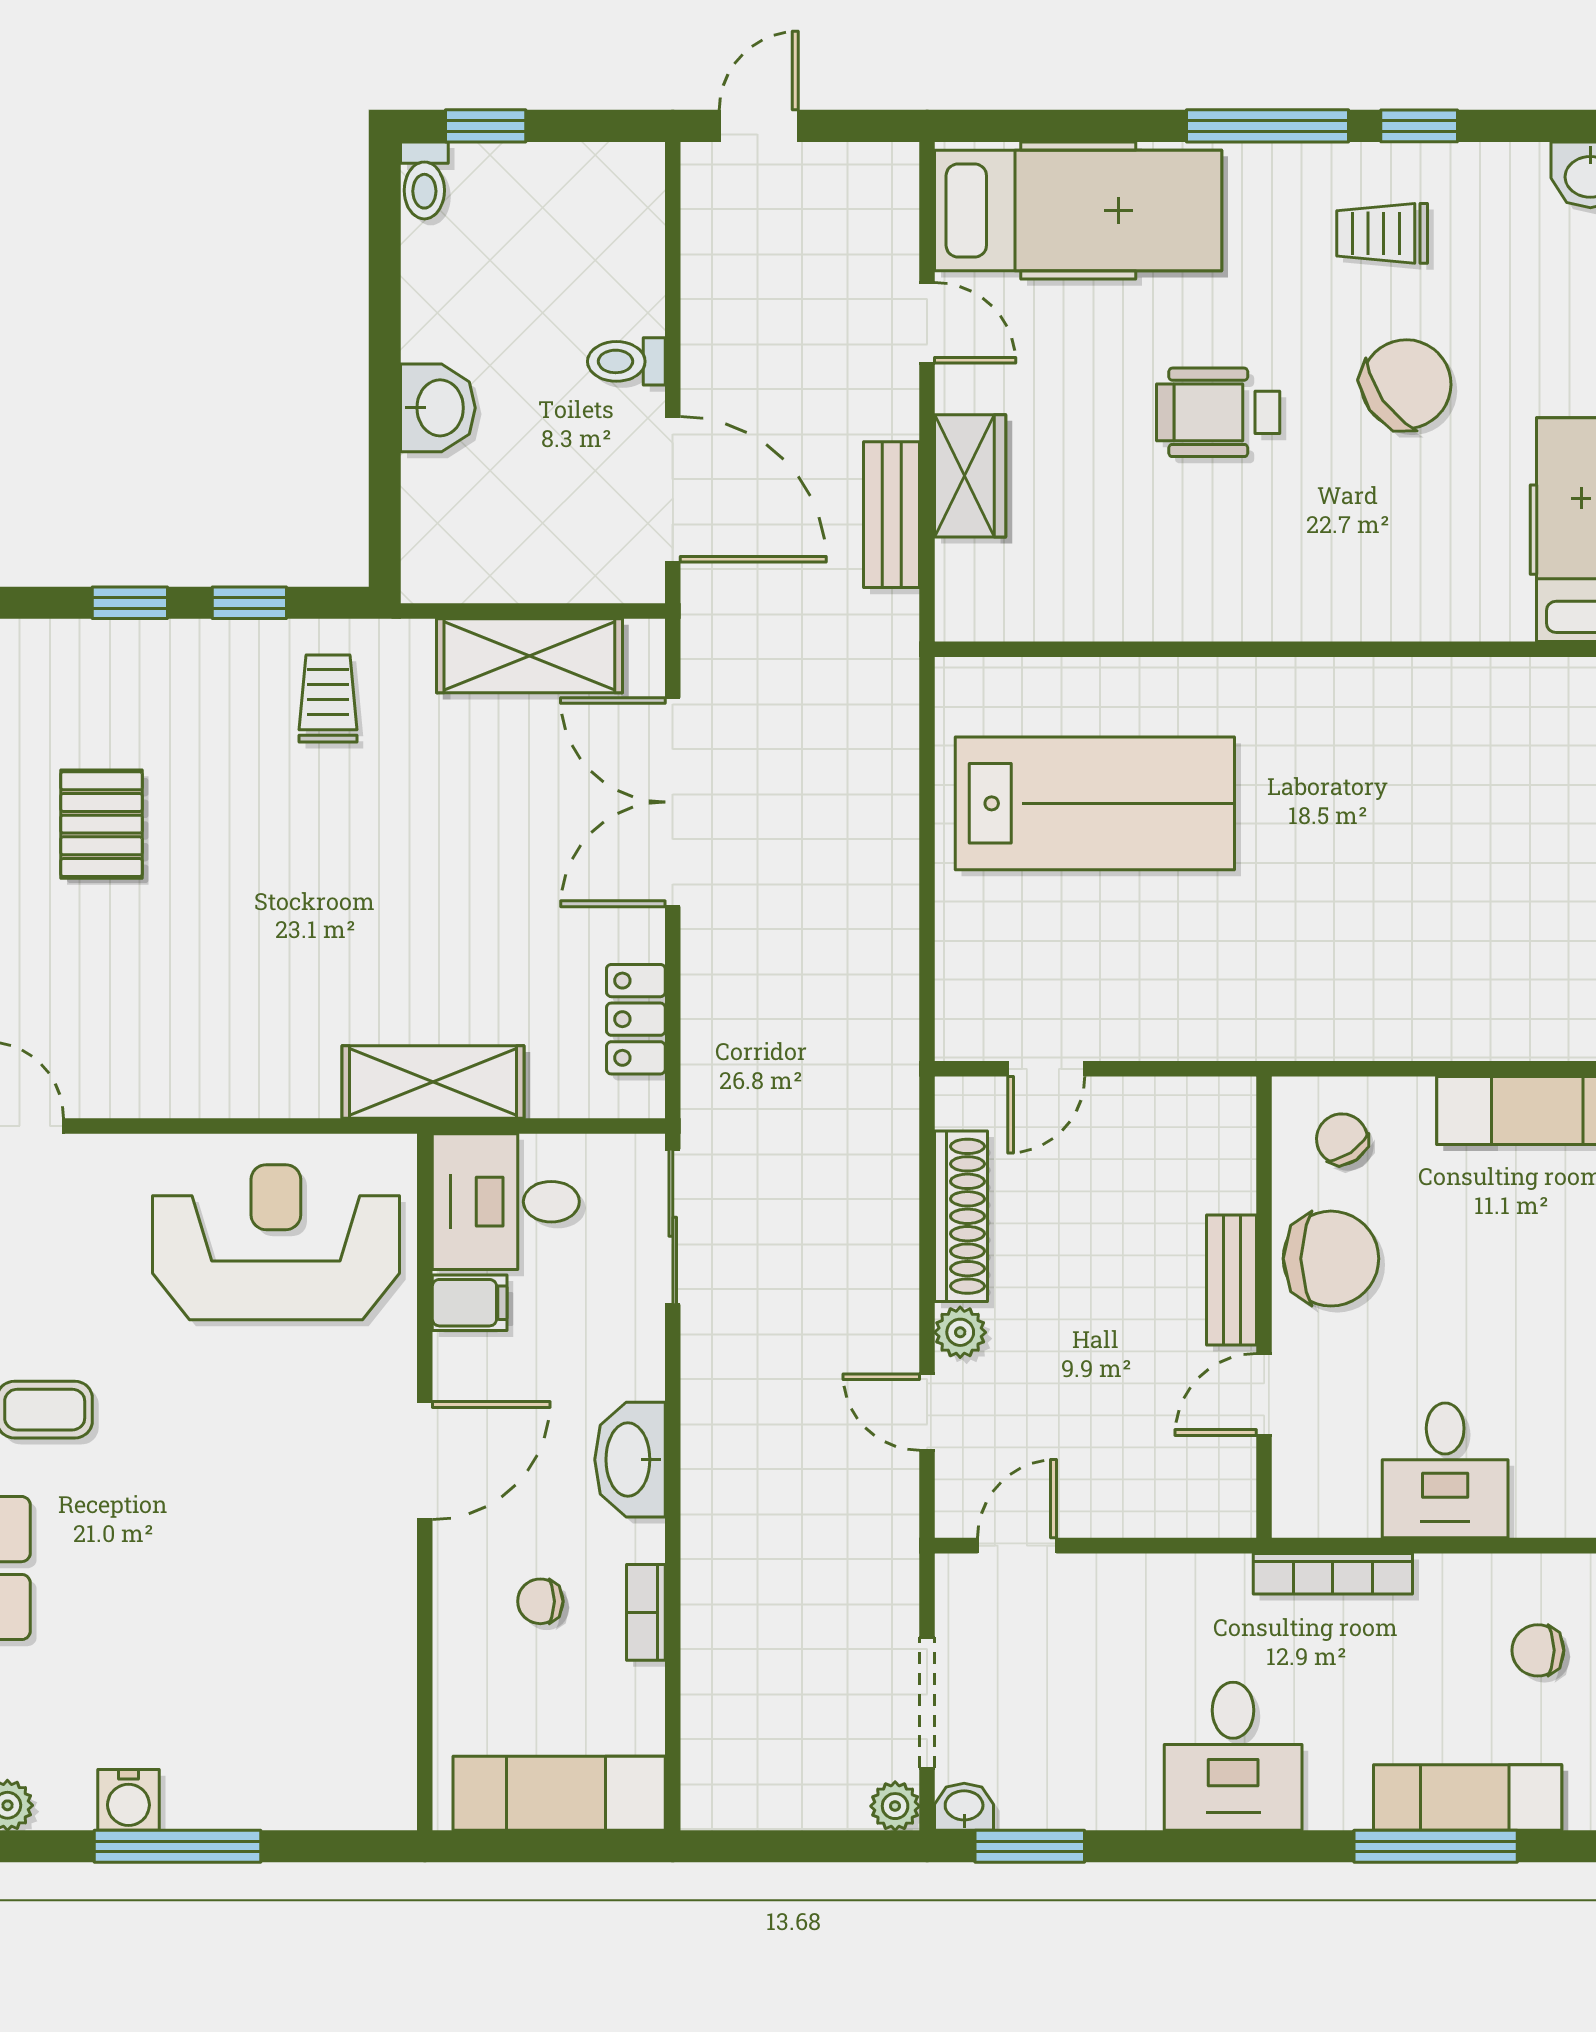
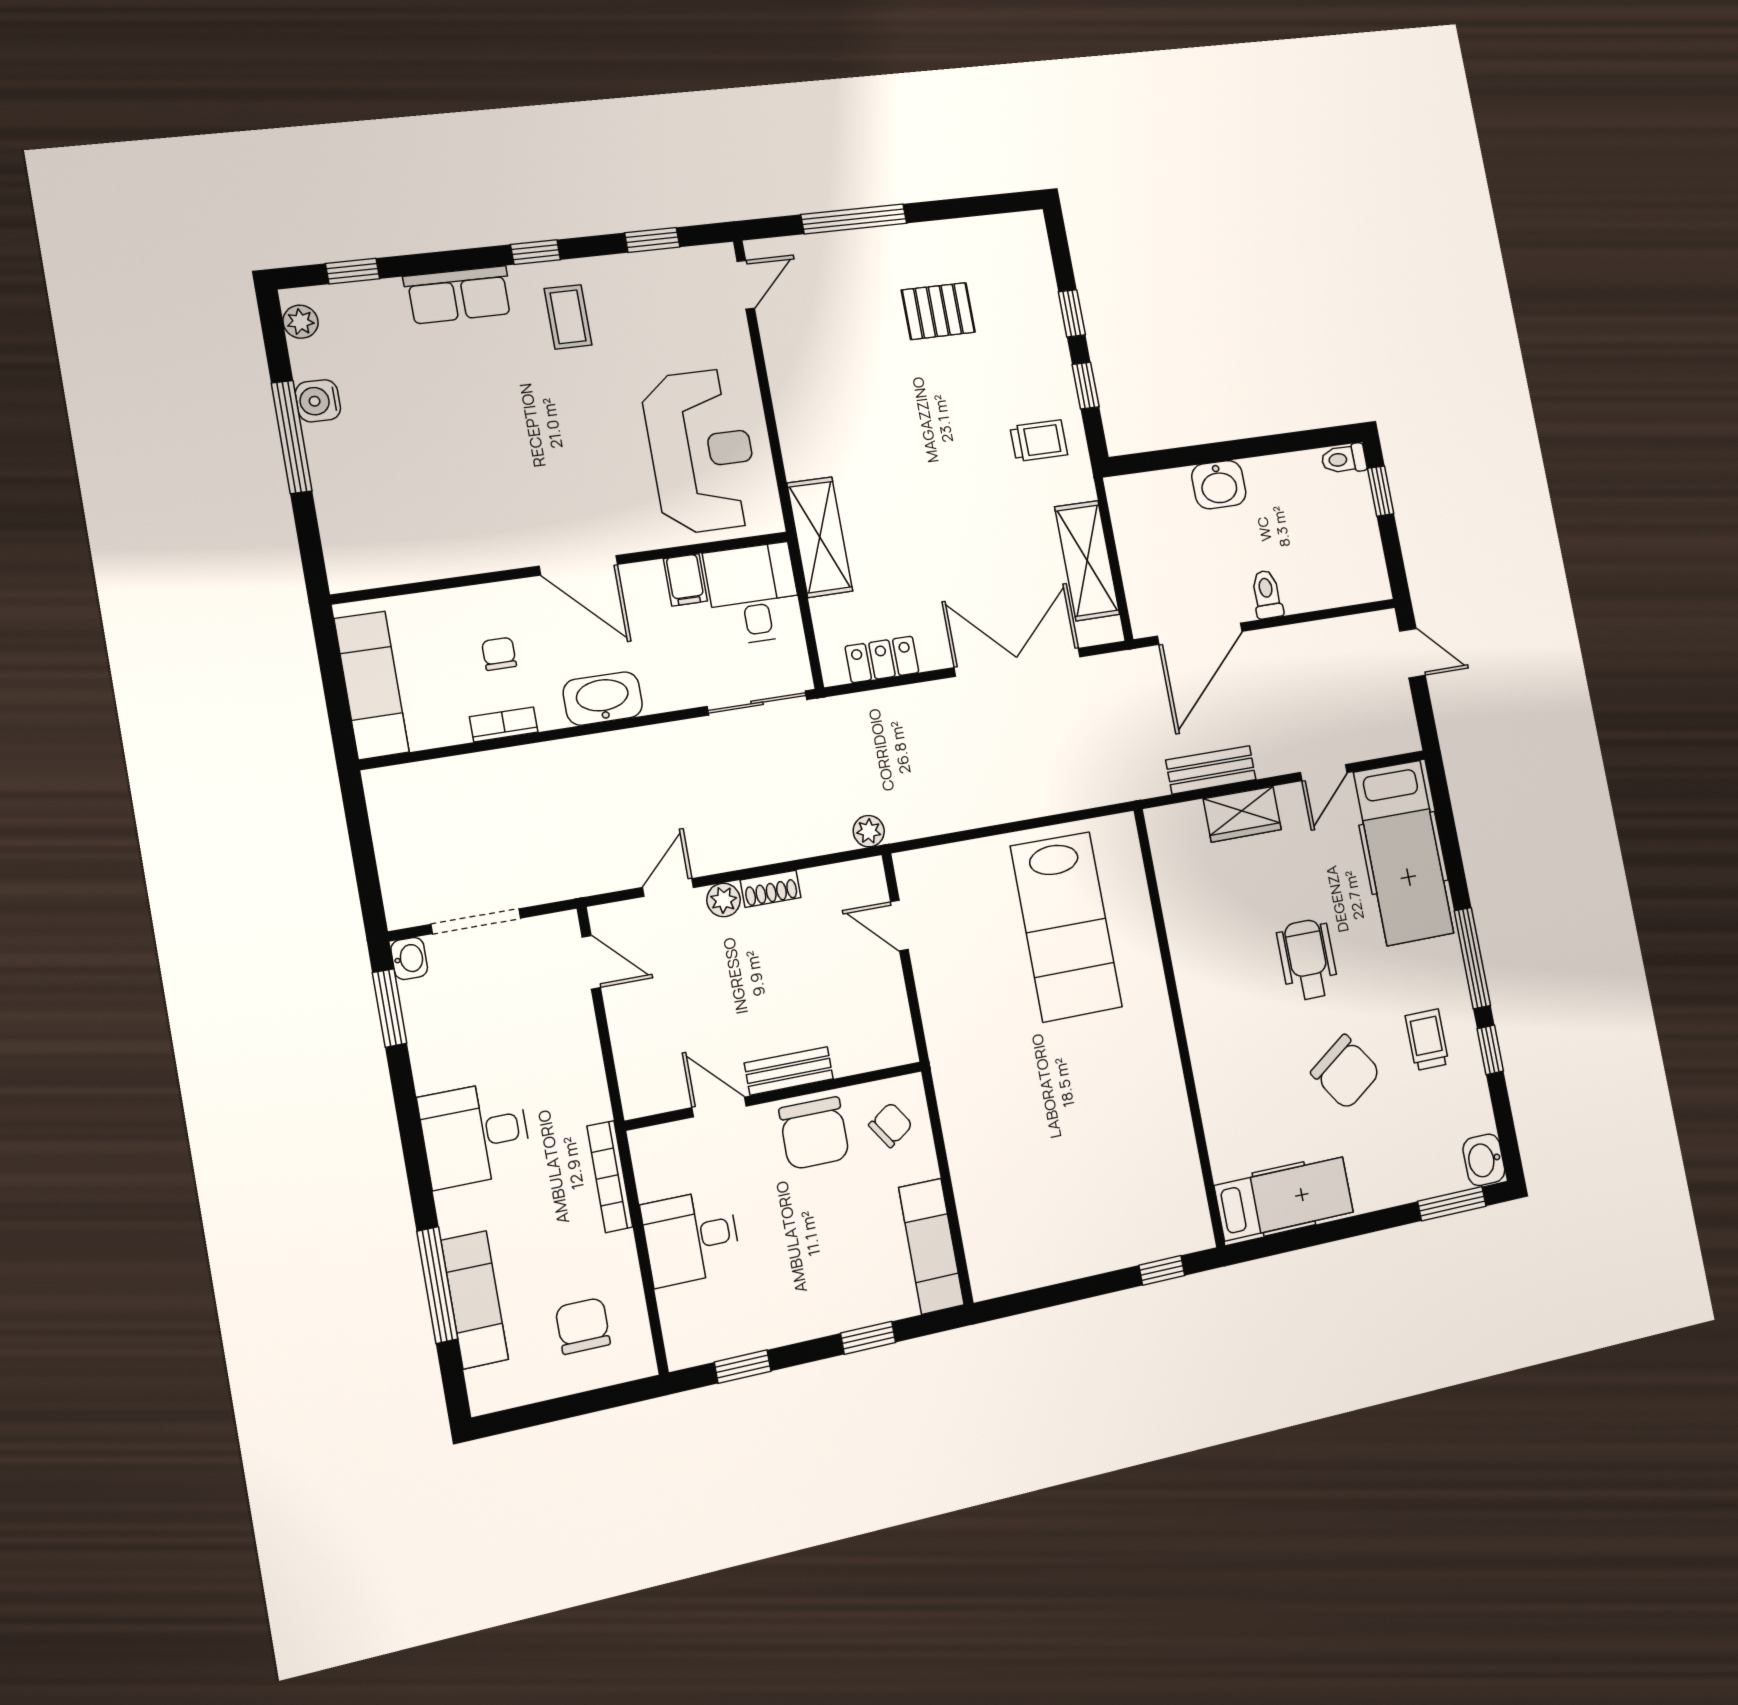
shoe rack: (961, 1216) -> (771, 889), width x0.51, depth x0.81
chair: (1538, 1650) -> (583, 1326), width x1.37, depth x1.37
plant: (895, 1806) -> (869, 831), moved

